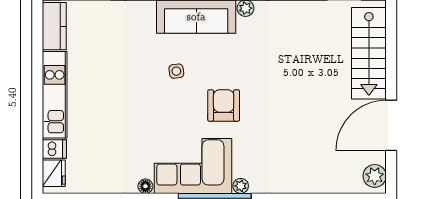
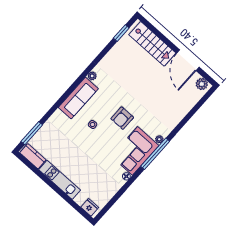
armchair: (224, 105) -> (122, 118), turned -90
dishwasher: (54, 149) -> (81, 199), removed

